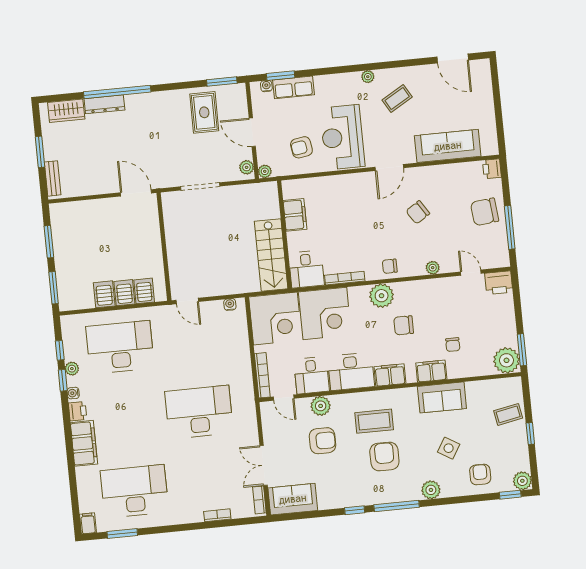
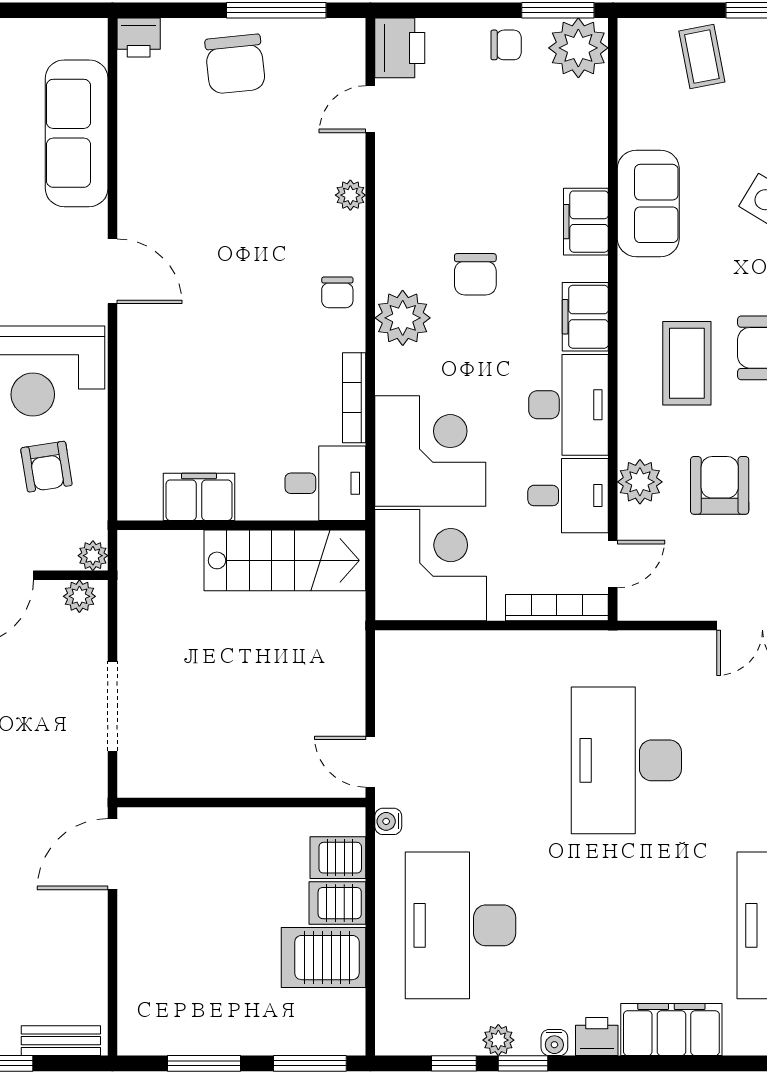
chair: (418, 212) -> (221, 216), removed
server rack: (104, 294) -> (324, 958), width x1.36, depth x1.44
door: (187, 301) -> (370, 762), swing flipped
water cooler: (230, 304) -> (388, 821), moved
chair: (453, 345) -> (506, 45), moved

